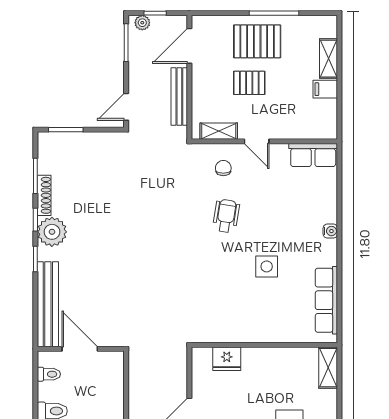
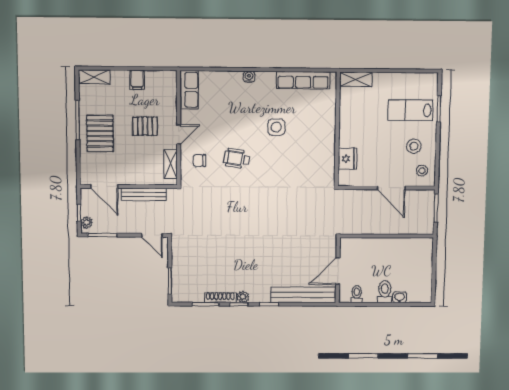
shelving: (329, 59) -> (94, 77), moved
pallet: (249, 83) -> (145, 126), moved, turned 90
plant: (52, 232) -> (243, 297), width x0.53, depth x0.53

